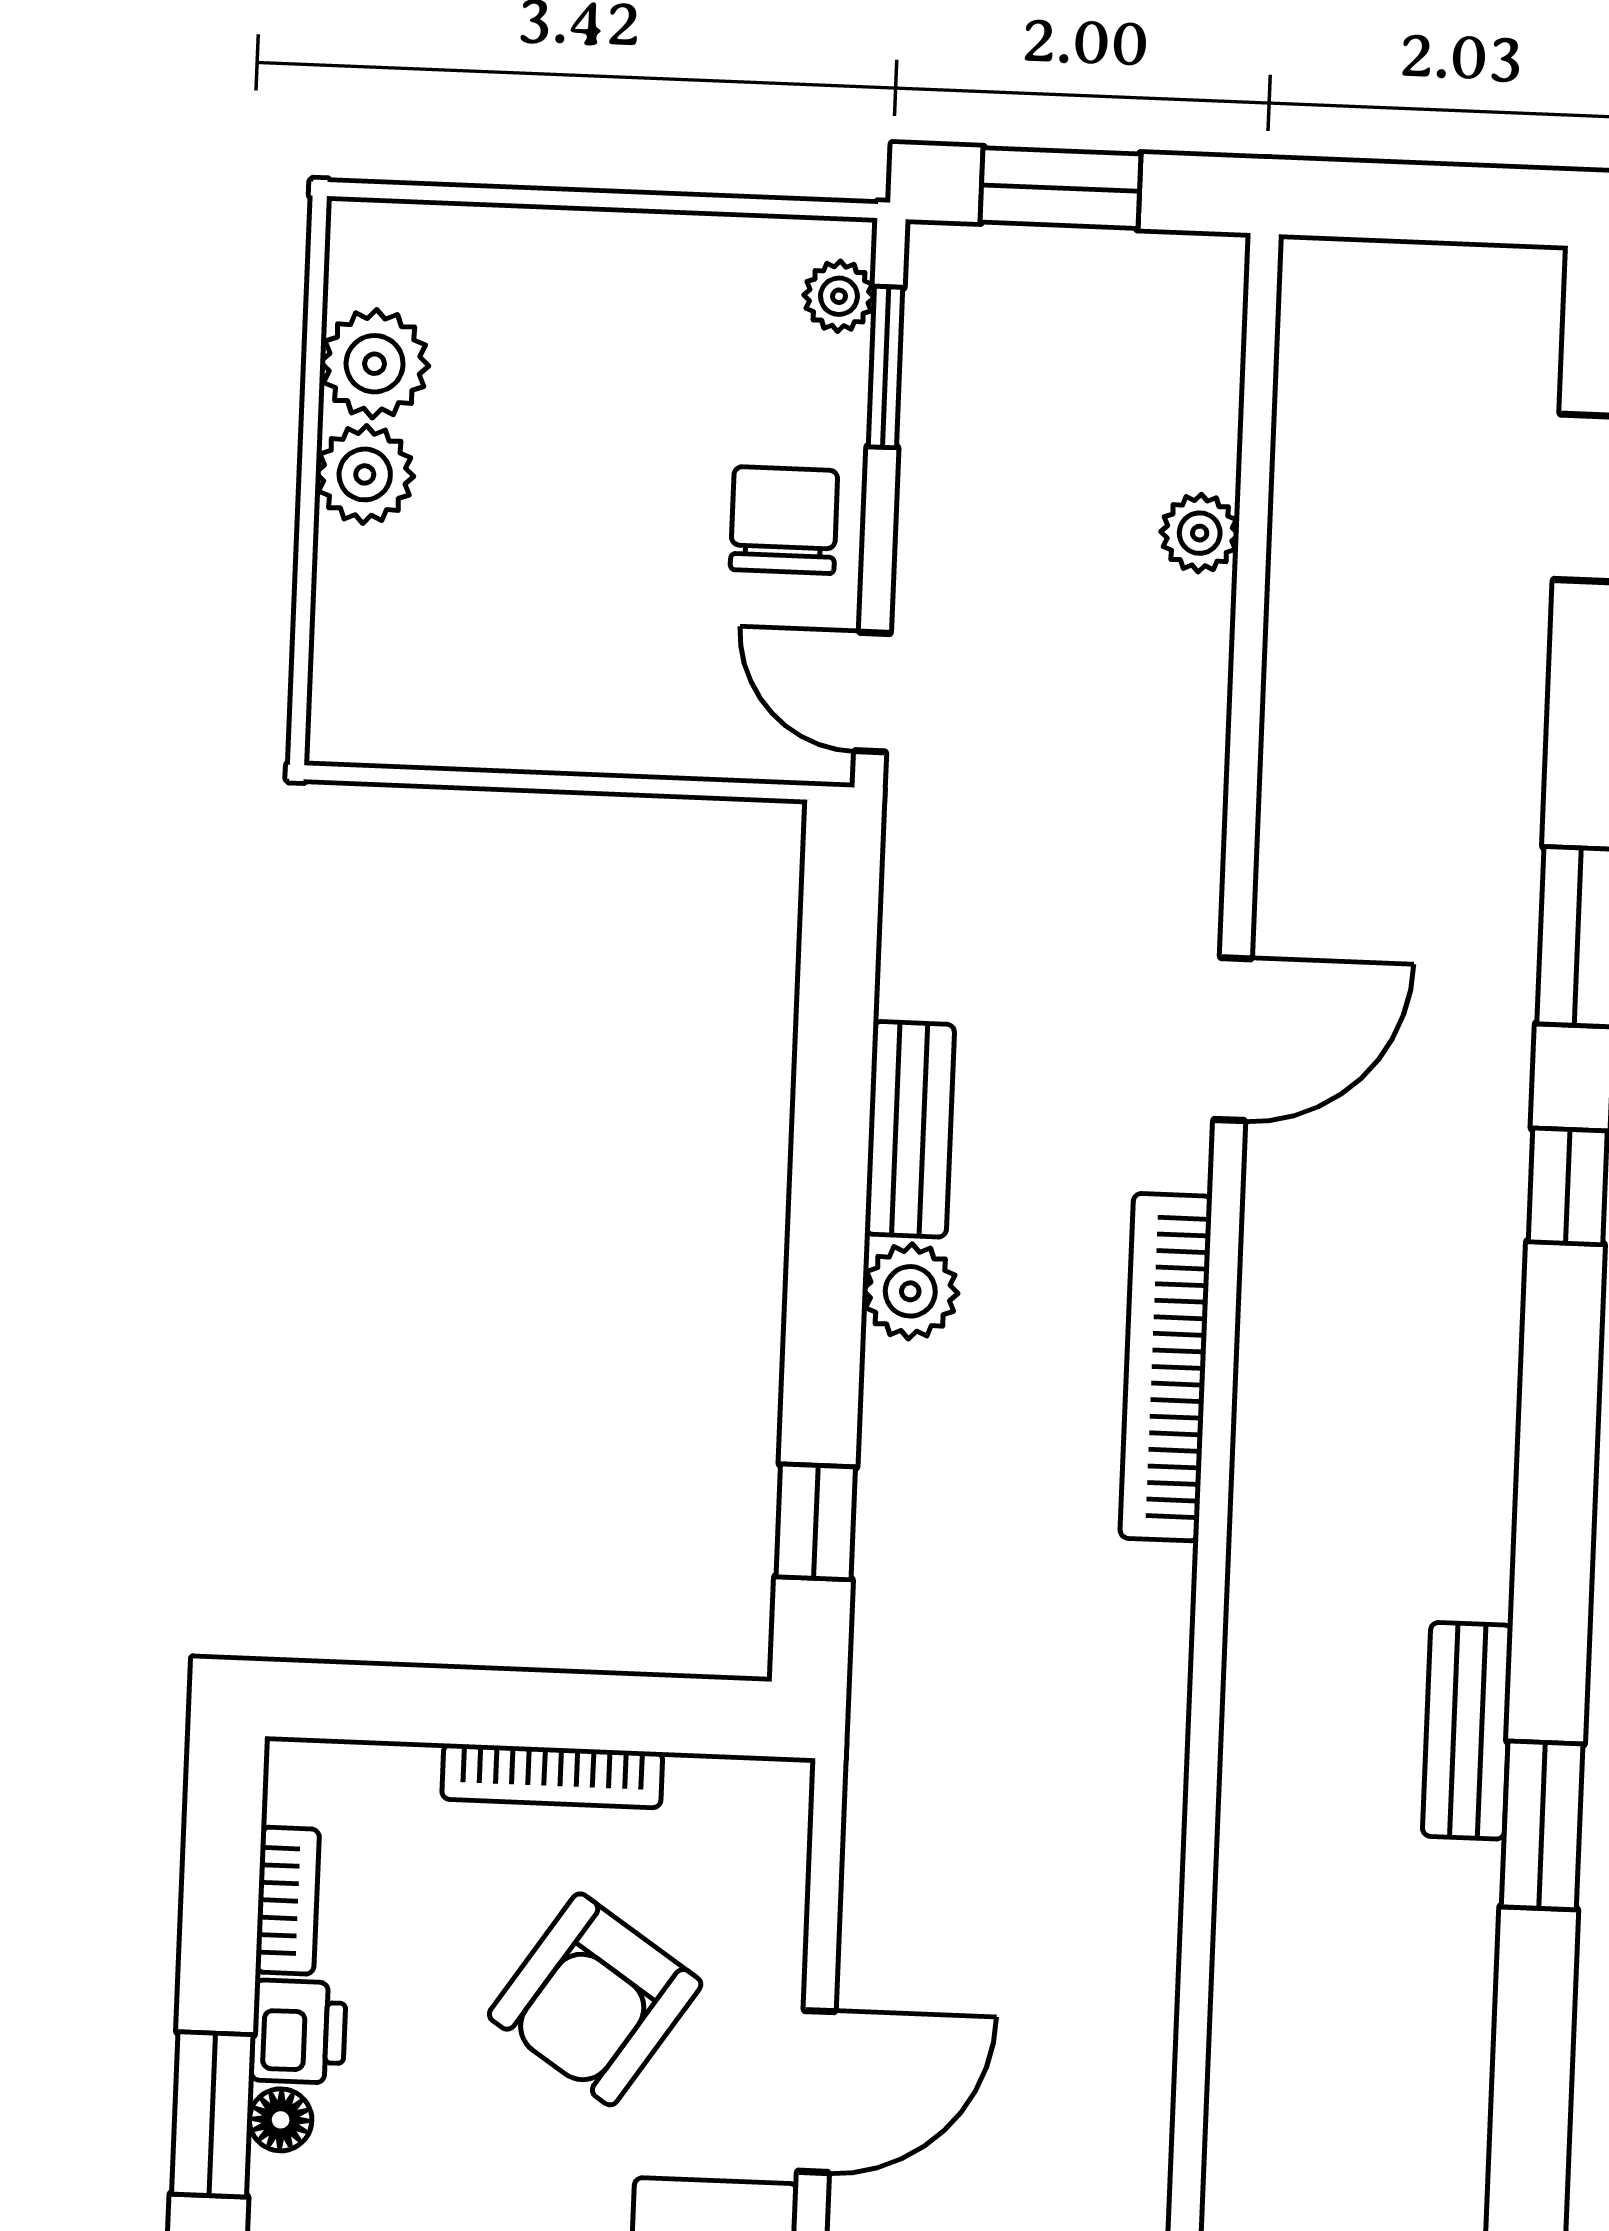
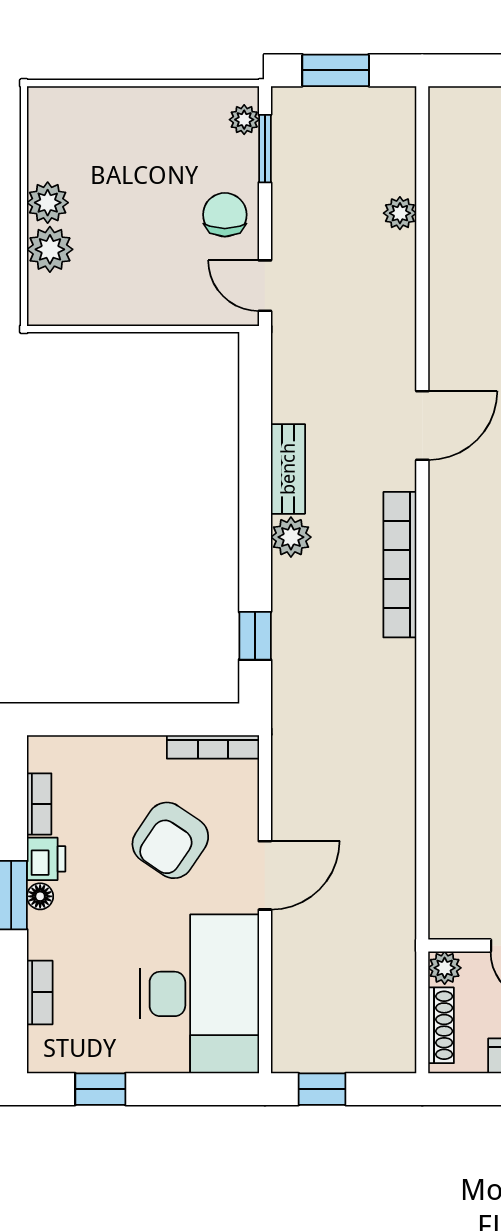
plant: (375, 364) -> (50, 249), moved
bookcase: (552, 1776) -> (213, 747), moved

